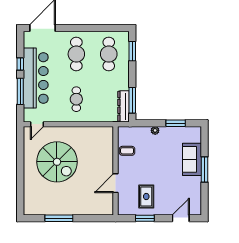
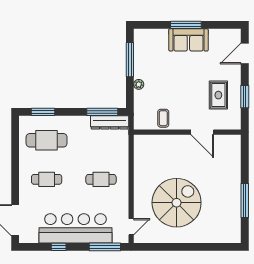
cafe table: (76, 54) -> (47, 179), width x0.73, depth x0.74
window: (20, 91) -> (105, 247), moved
window: (176, 123) -> (130, 60), width x1.44
door: (37, 124) -> (131, 227), hinge flipped
sofa: (192, 159) -> (188, 40), moved
rug: (146, 197) -> (218, 95), turned 90
door: (181, 218) -> (245, 53), hinge flipped

